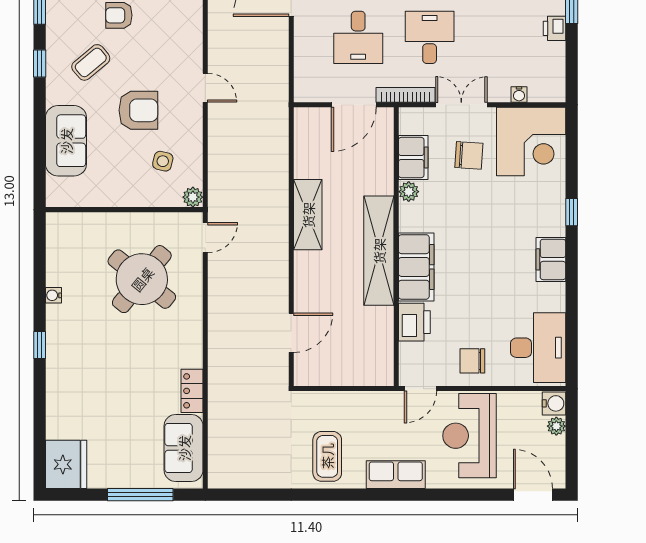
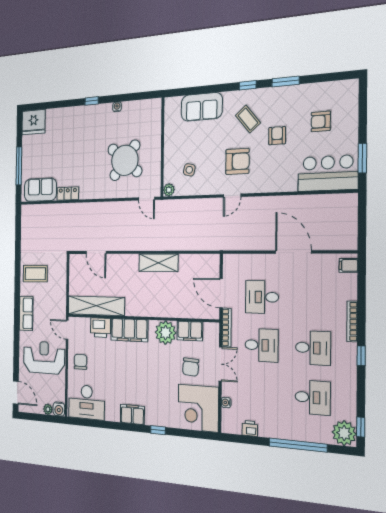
printer: (554, 28) -> (250, 428), moved
armchair: (138, 110) -> (237, 161), moved, turned -90
plant: (409, 192) -> (166, 333), width x1.88, depth x1.88
shelving: (379, 251) -> (96, 306), moved
door: (533, 495) -> (16, 392), hinge flipped

